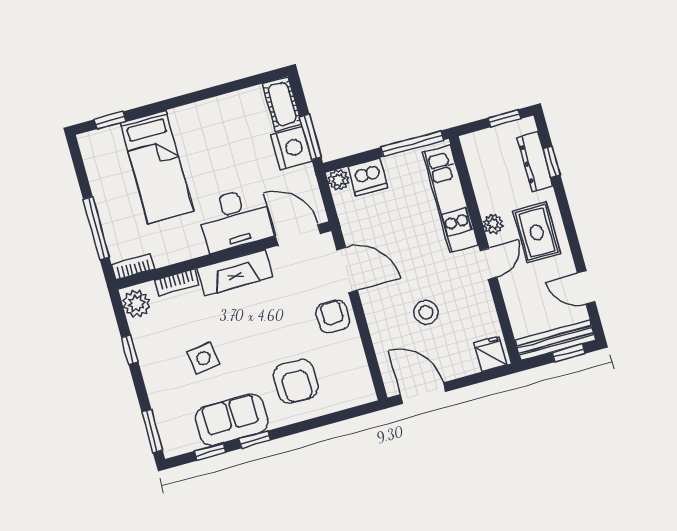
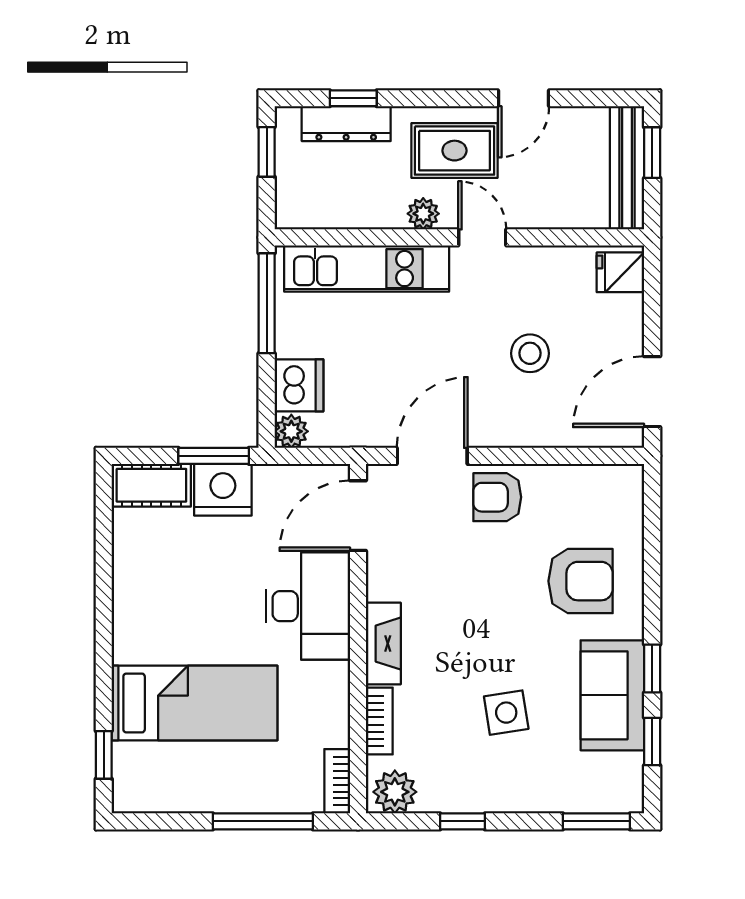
fireplace: (235, 273) -> (383, 644), width x0.73, depth x0.76
door: (586, 288) -> (524, 98), moved

